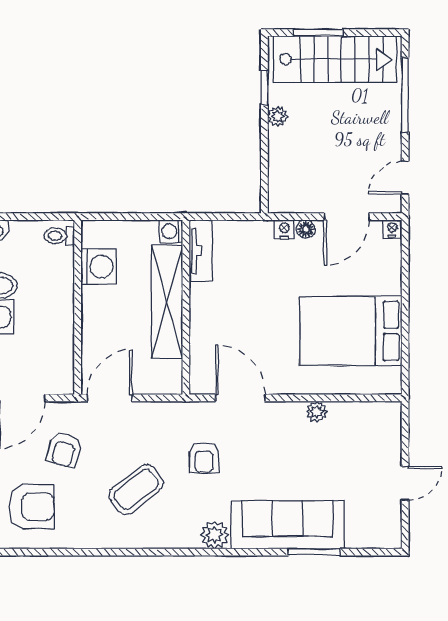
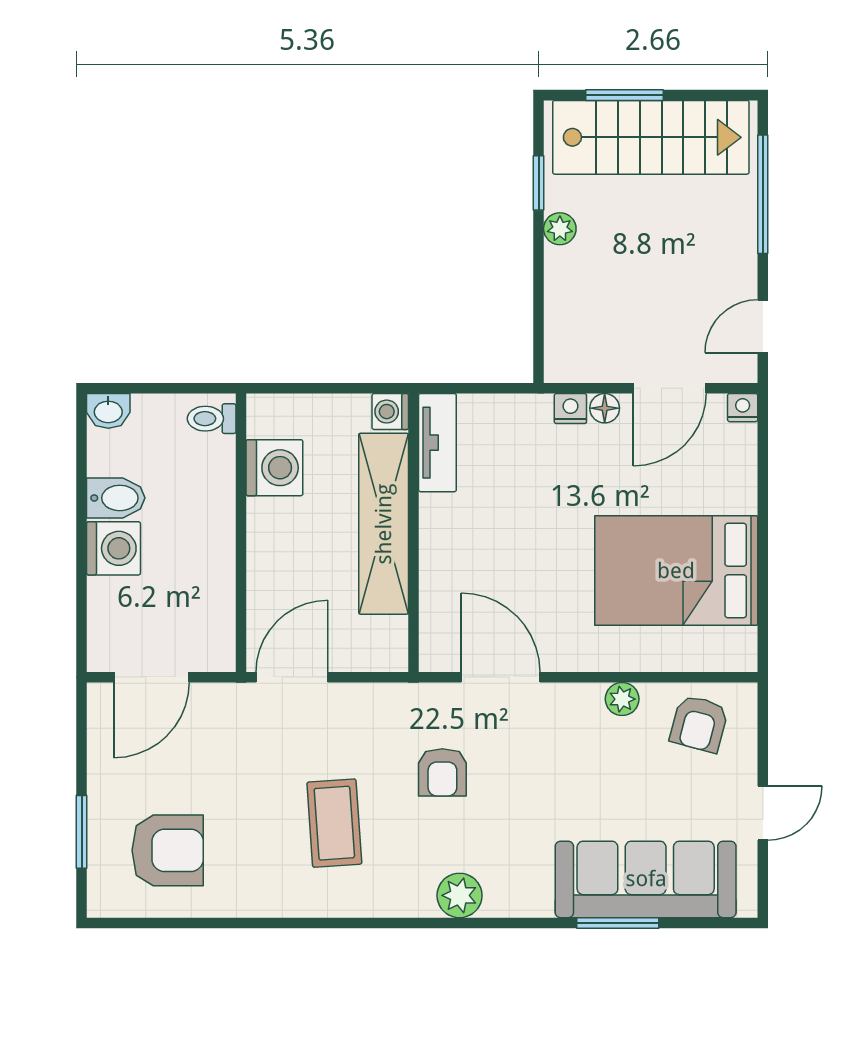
armchair: (64, 450) -> (699, 724), moved
coffee table: (136, 489) -> (334, 823), turned -56
sofa: (288, 525) -> (646, 879), moved

